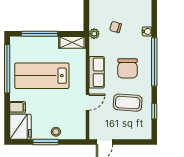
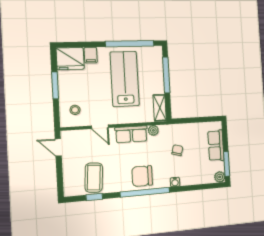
plant: (94, 34) -> (153, 130), moved
chair: (127, 68) -> (142, 176), moved
coffee table: (128, 103) -> (94, 178), moved
stool: (56, 132) -> (75, 110), moved

